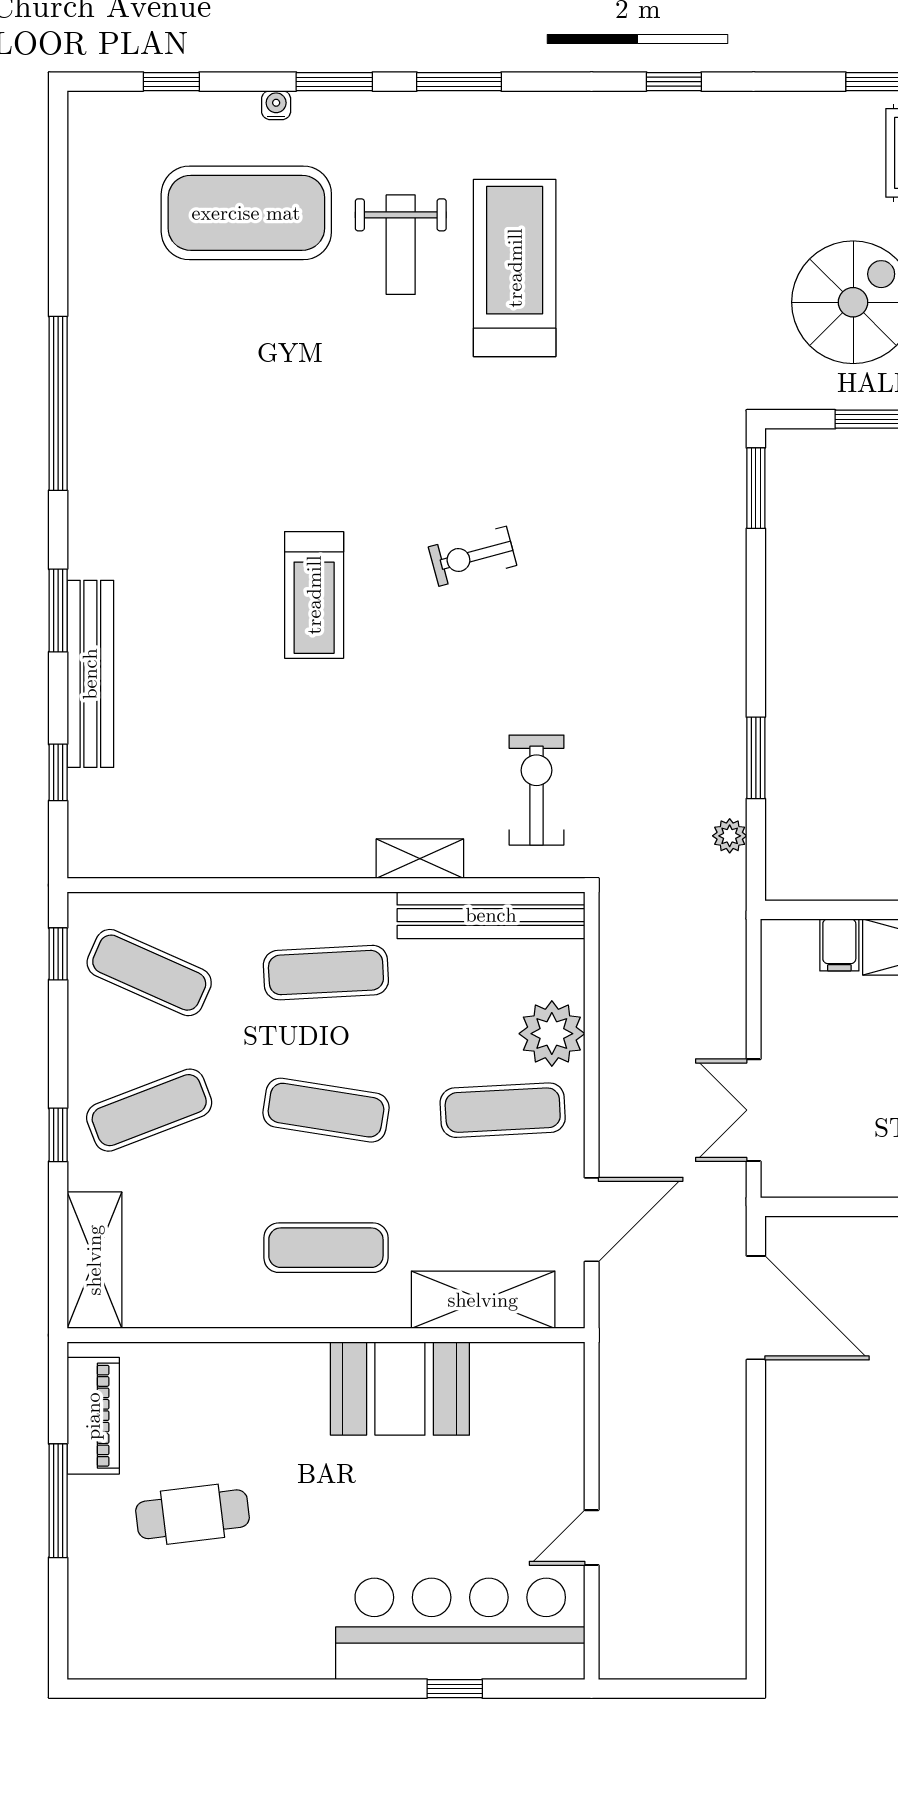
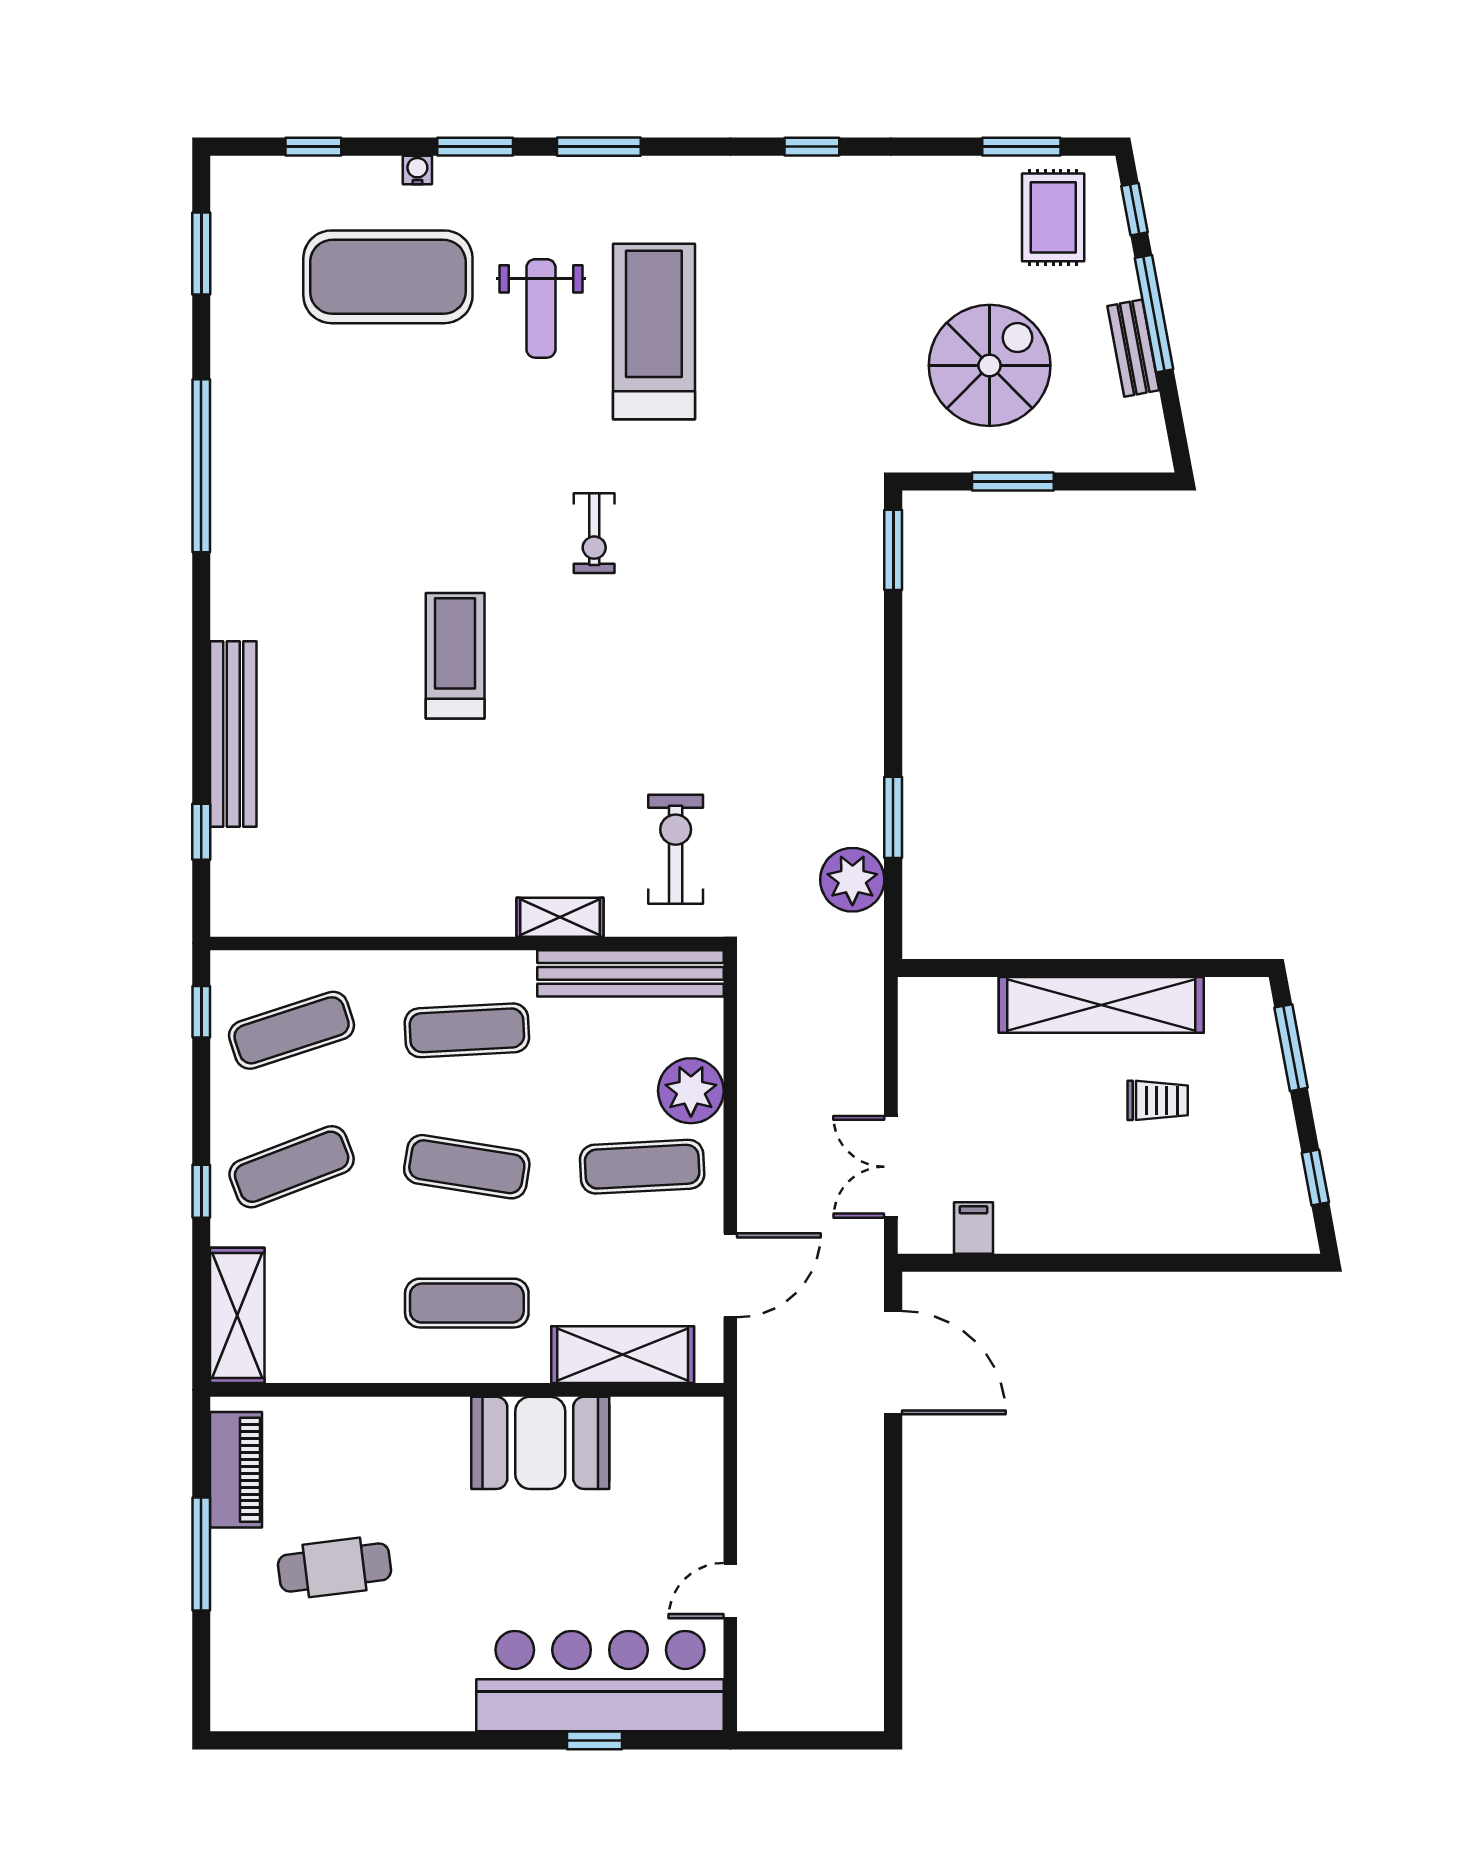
exercise bike: (473, 556) -> (594, 533), moved, turned -75
treadmill: (314, 595) -> (455, 656), turned 180
window: (58, 610) -> (201, 254), moved
plant: (730, 836) -> (852, 880), width x1.88, depth x1.88
filing cabinet: (839, 945) -> (973, 1228), moved, turned 180
exercise mat: (149, 973) -> (292, 1030), turned -42

